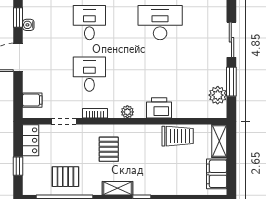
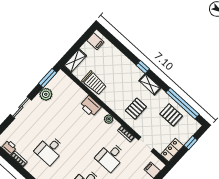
desk: (160, 23) -> (50, 150), width x0.73
window: (231, 82) -> (48, 78), moved
plant: (218, 95) -> (46, 94), moved
trolley: (178, 136) -> (94, 83), turned 180
filing cabinet: (217, 174) -> (95, 41), width x0.50

